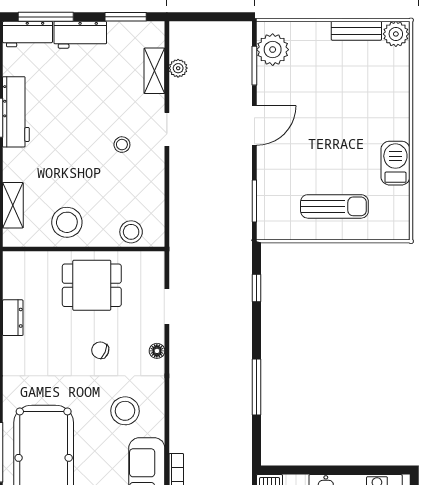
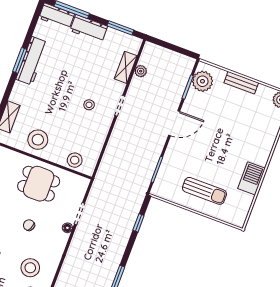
bench: (356, 31) -> (241, 83), moved
floor lamp: (157, 351) -> (67, 228), moved

